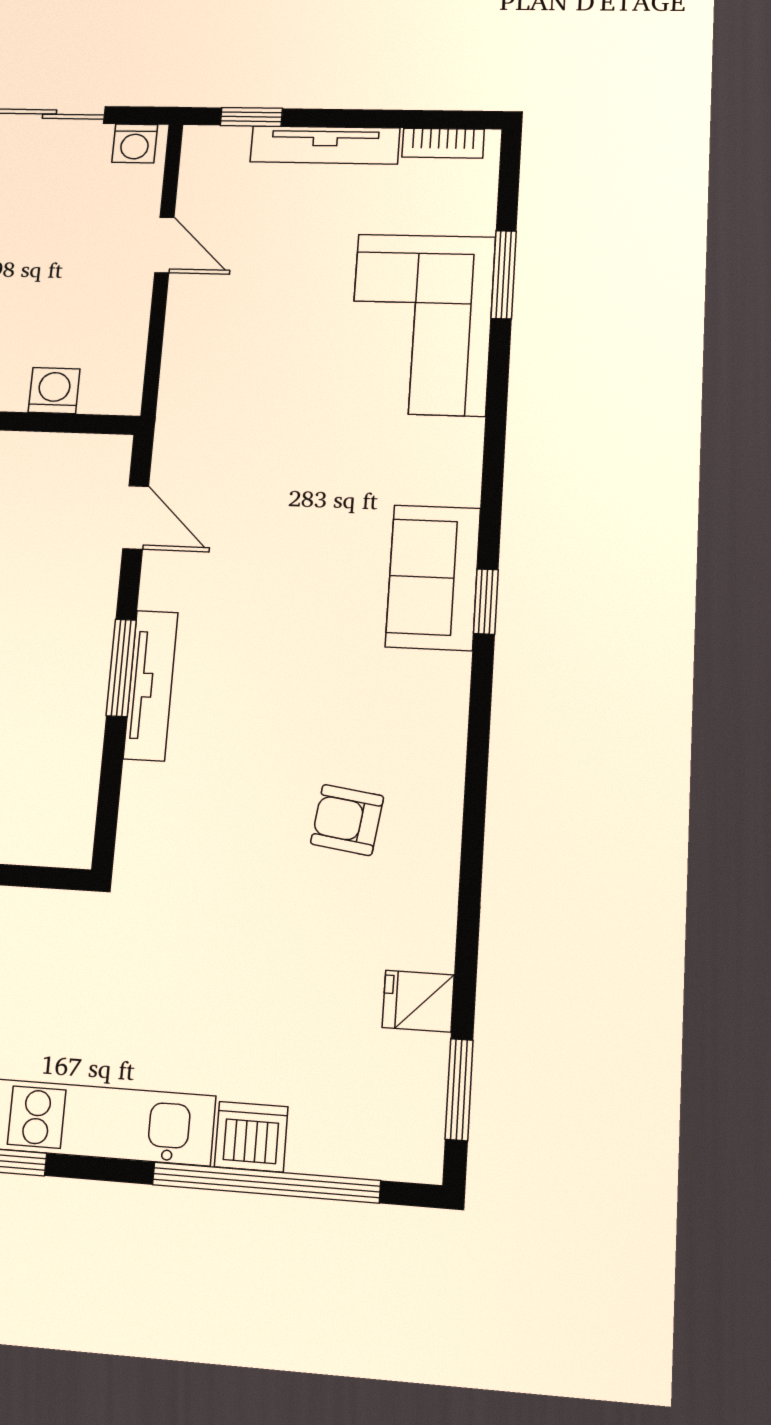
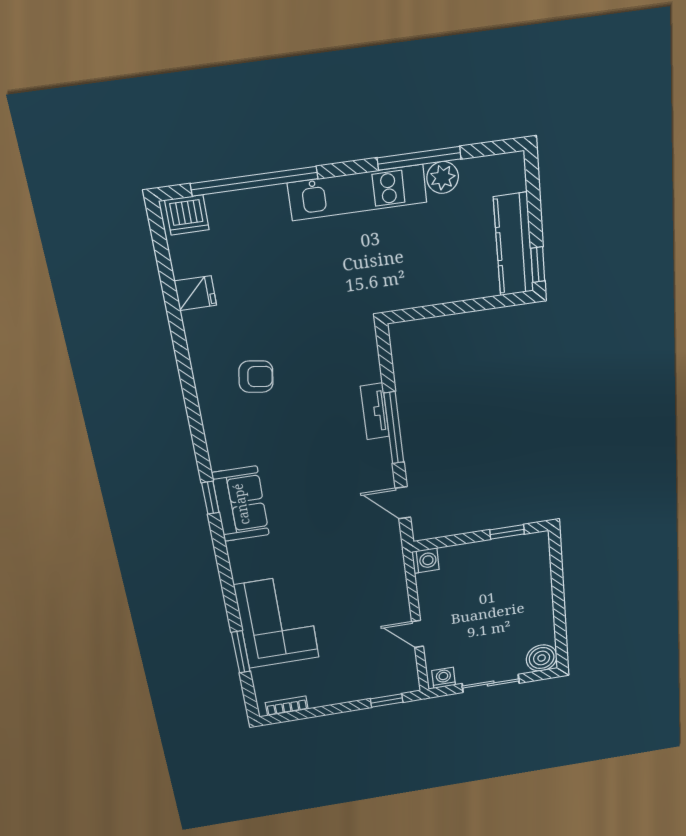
tv unit: (325, 145) -> (346, 694), removed
washing machine: (54, 391) -> (425, 561), moved, turned -90
window: (121, 668) -> (394, 428), width x1.44
tv unit: (151, 685) -> (375, 411), width x0.71
window: (459, 1090) -> (162, 252), removed
dishwasher: (251, 1137) -> (187, 215), moved

